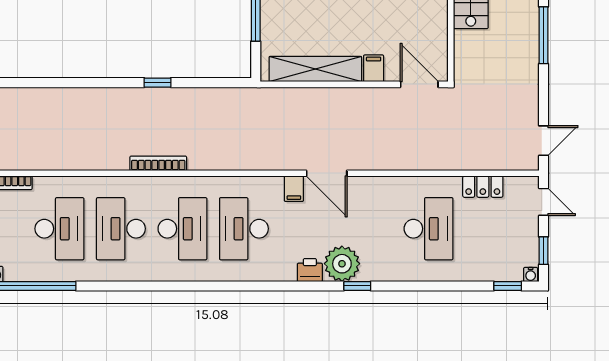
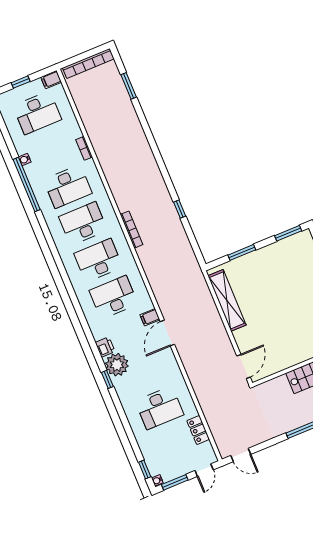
filing cabinet: (374, 68) -> (242, 335), removed
desk: (182, 229) -> (98, 260), turned 180
window: (543, 251) -> (175, 482), width x1.50

